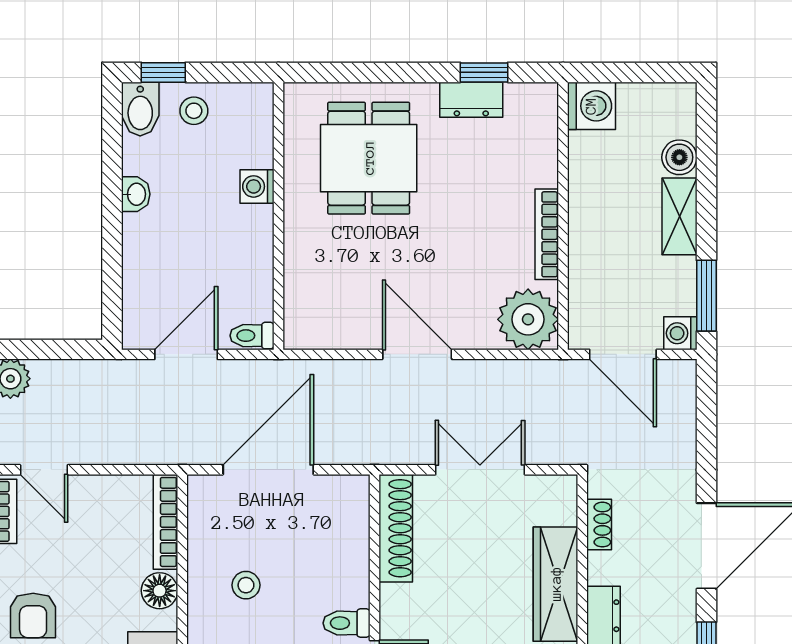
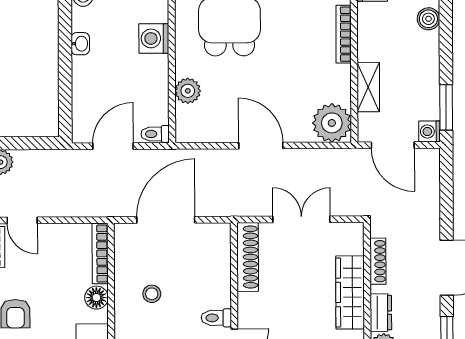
washing machine: (257, 186) -> (154, 38), width x1.38, depth x1.38
shelving: (679, 216) -> (368, 87), moved
bookcase: (547, 234) -> (344, 34), moved
plant: (303, 268) -> (188, 91), added
shoe rack: (599, 525) -> (378, 261), width x1.43

